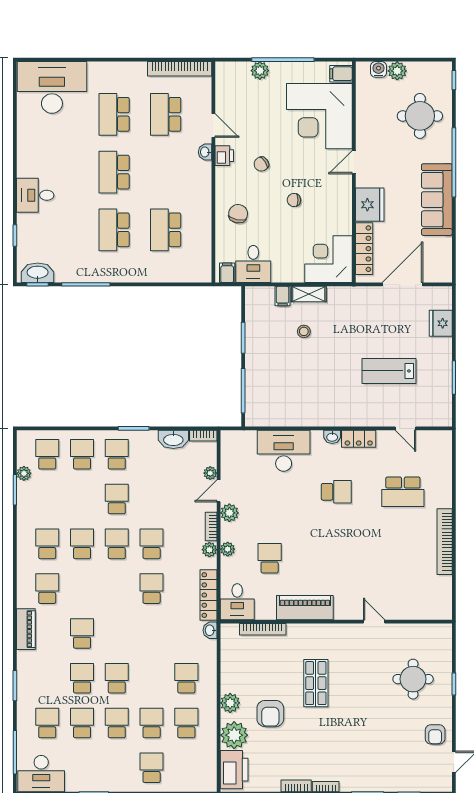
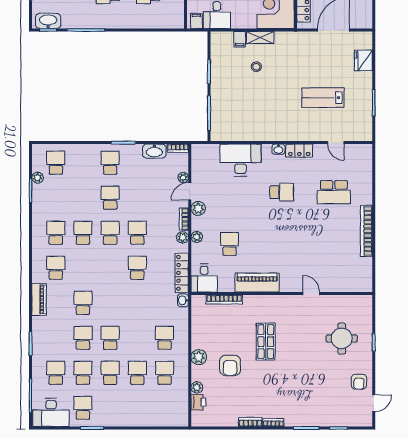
school desk: (82, 454) -> (83, 163), removed
plant: (234, 735) -> (197, 387), width x0.53, depth x0.53
school desk: (152, 768) -> (83, 408), moved
printer: (234, 770) -> (198, 402), width x0.53, depth x0.68

